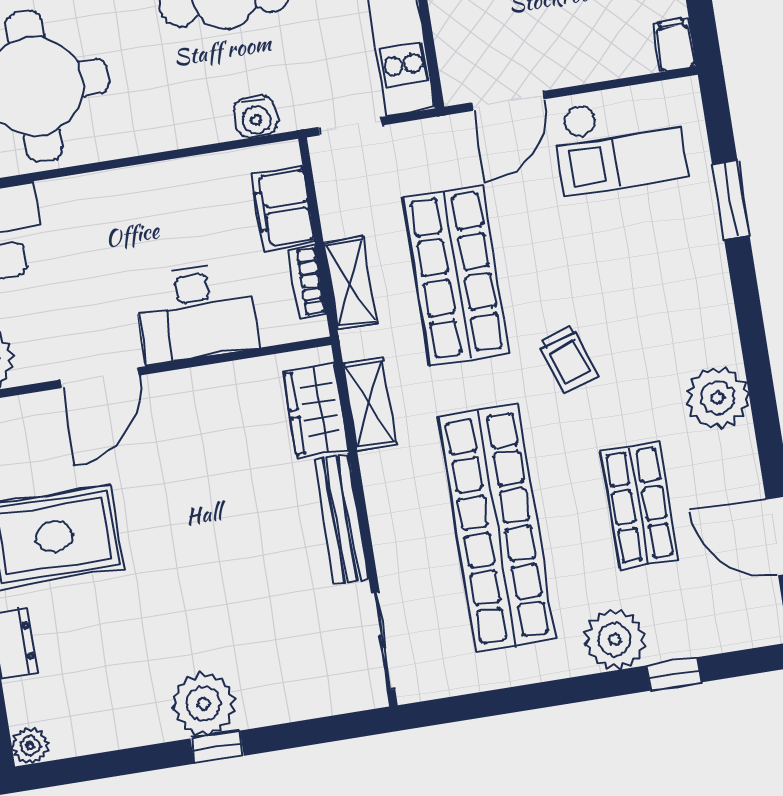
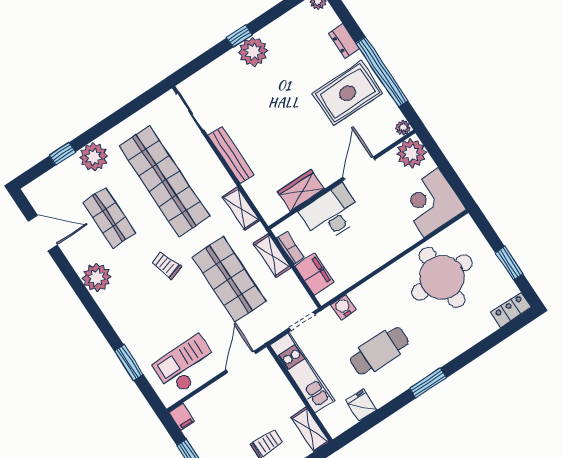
wardrobe: (316, 410) -> (301, 190), moved, turned -90

